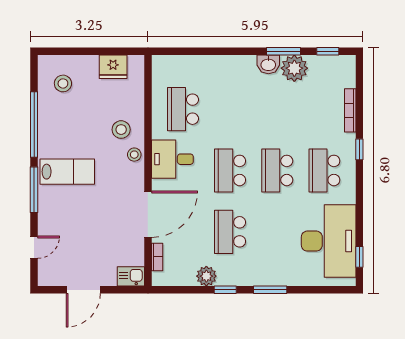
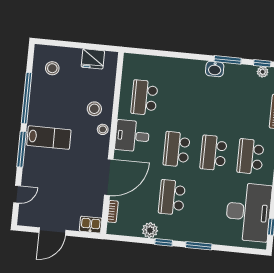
plant: (294, 68) -> (263, 72), moved, width x0.53, depth x0.53

